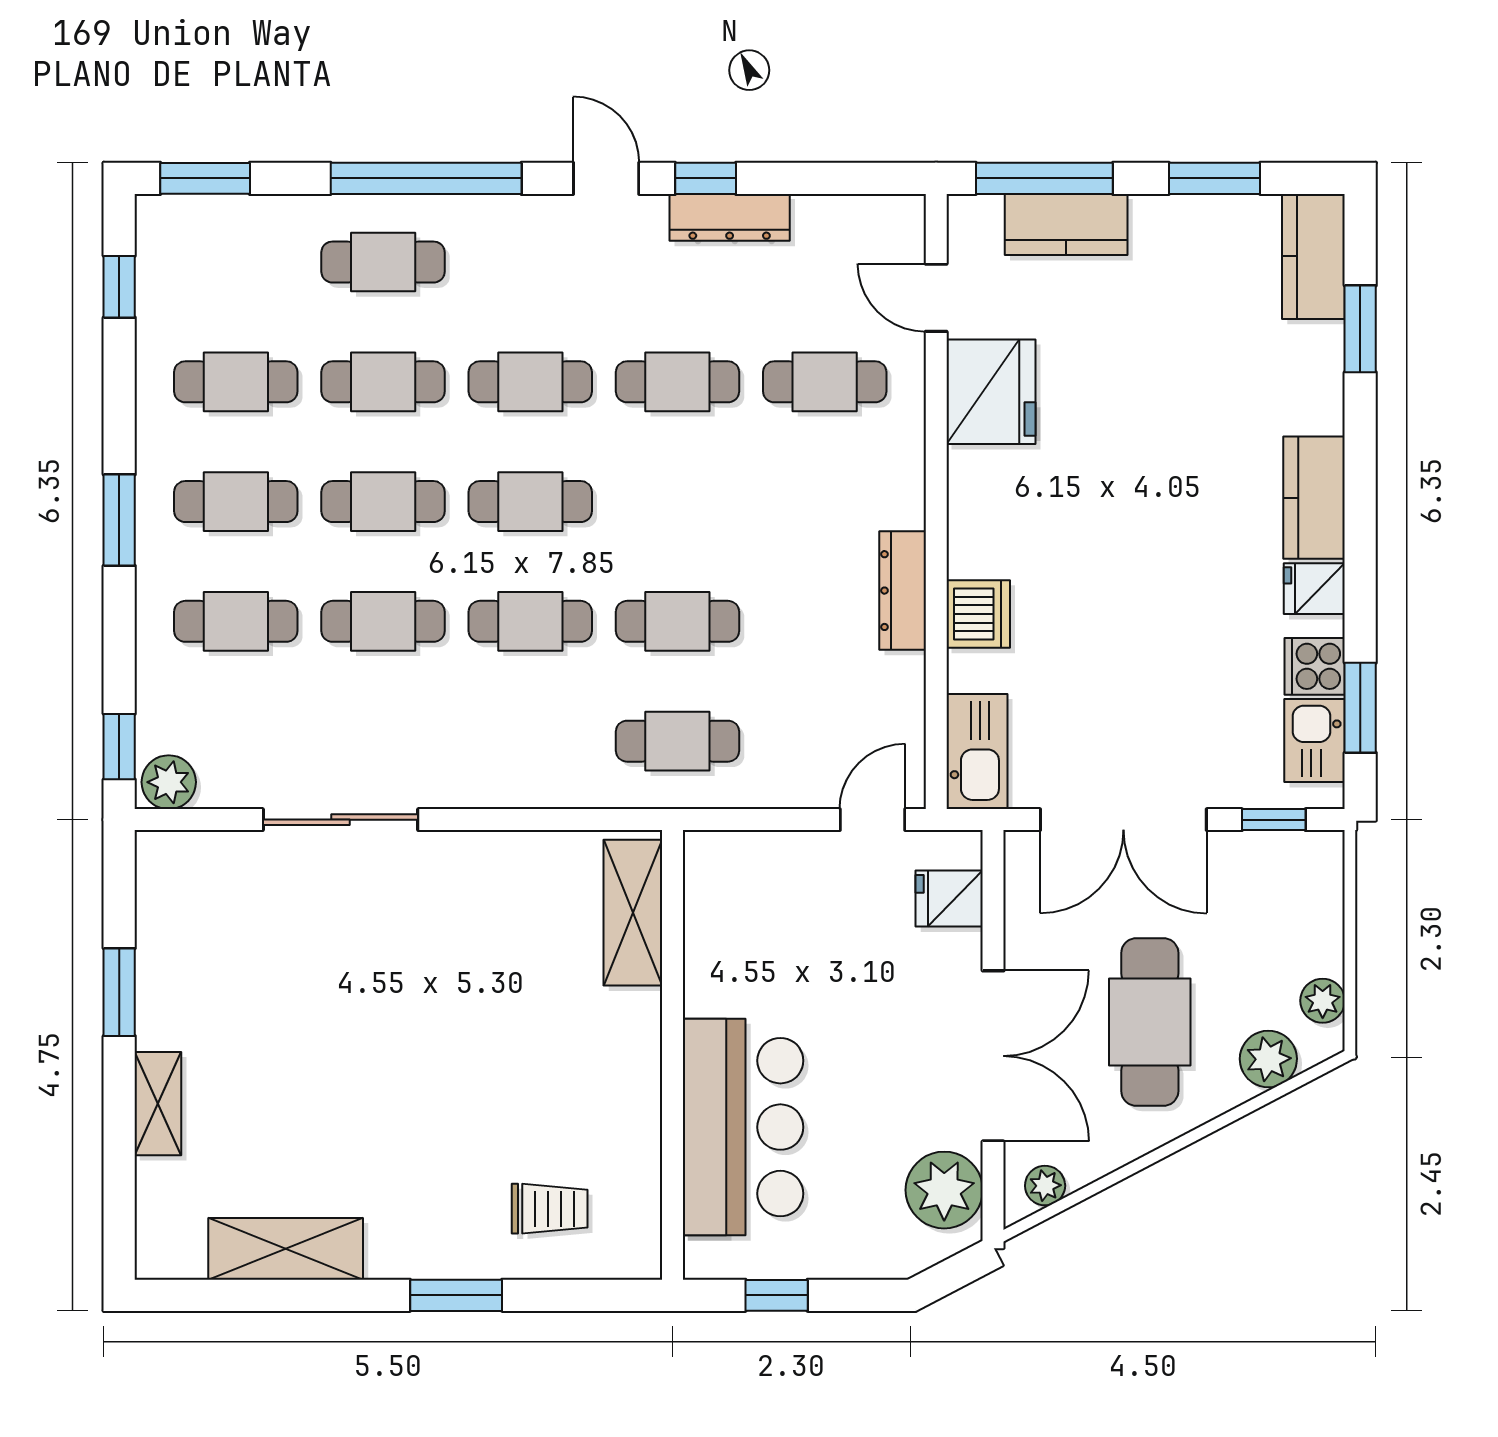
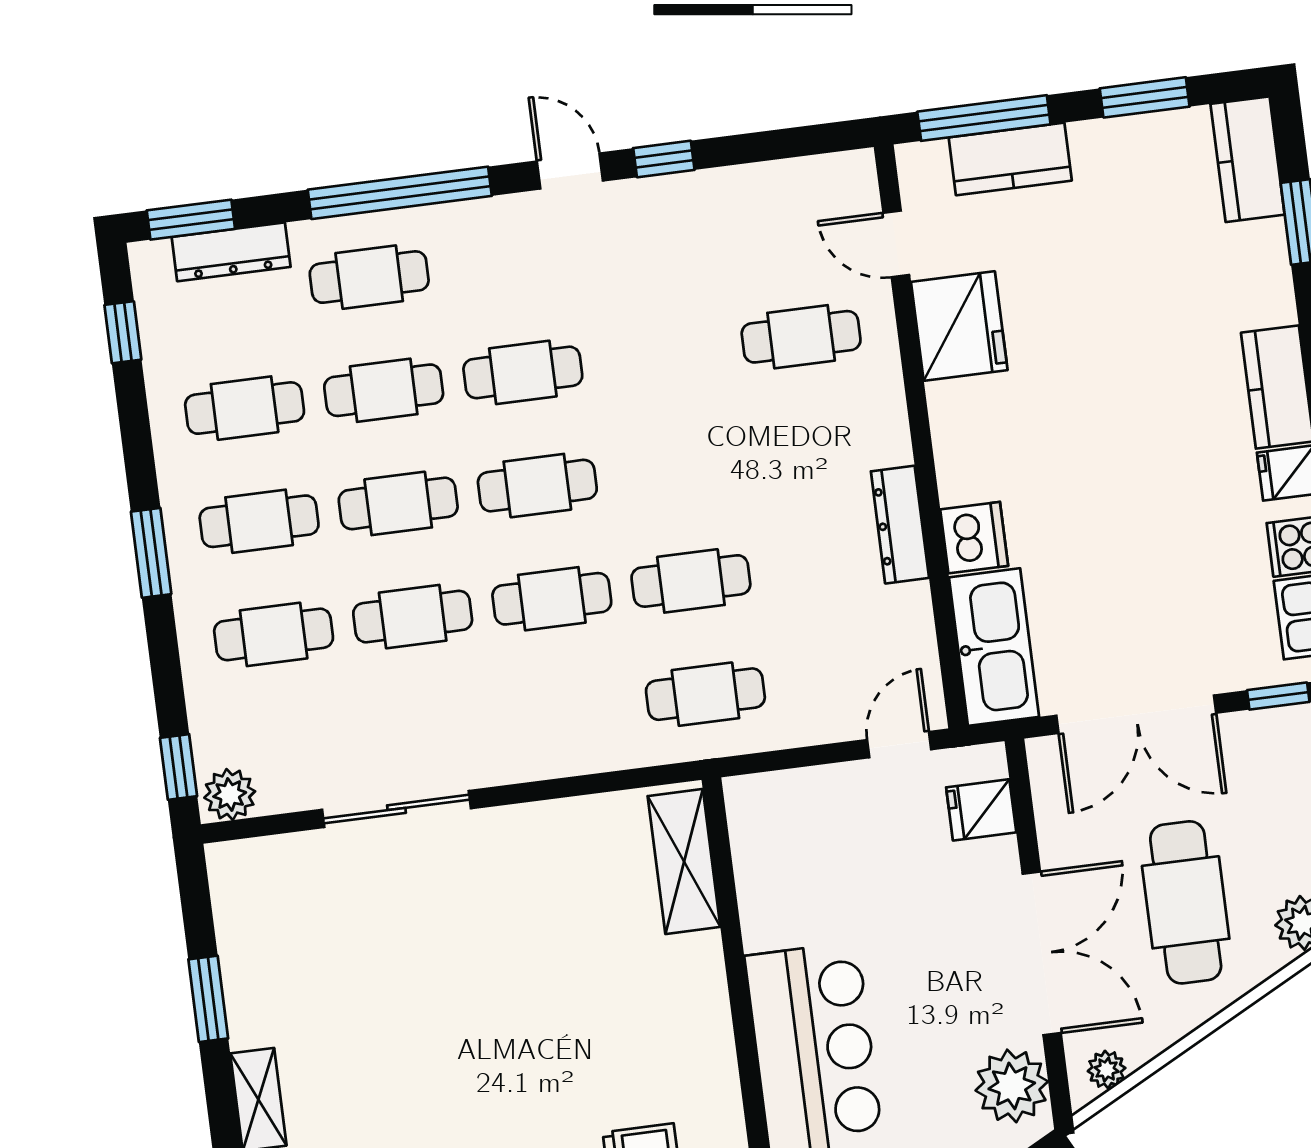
dresser: (730, 217) -> (231, 252), moved
cafe table: (677, 382) -> (662, 355), removed
kitchen sink: (977, 752) -> (994, 647), width x1.36, depth x1.24

